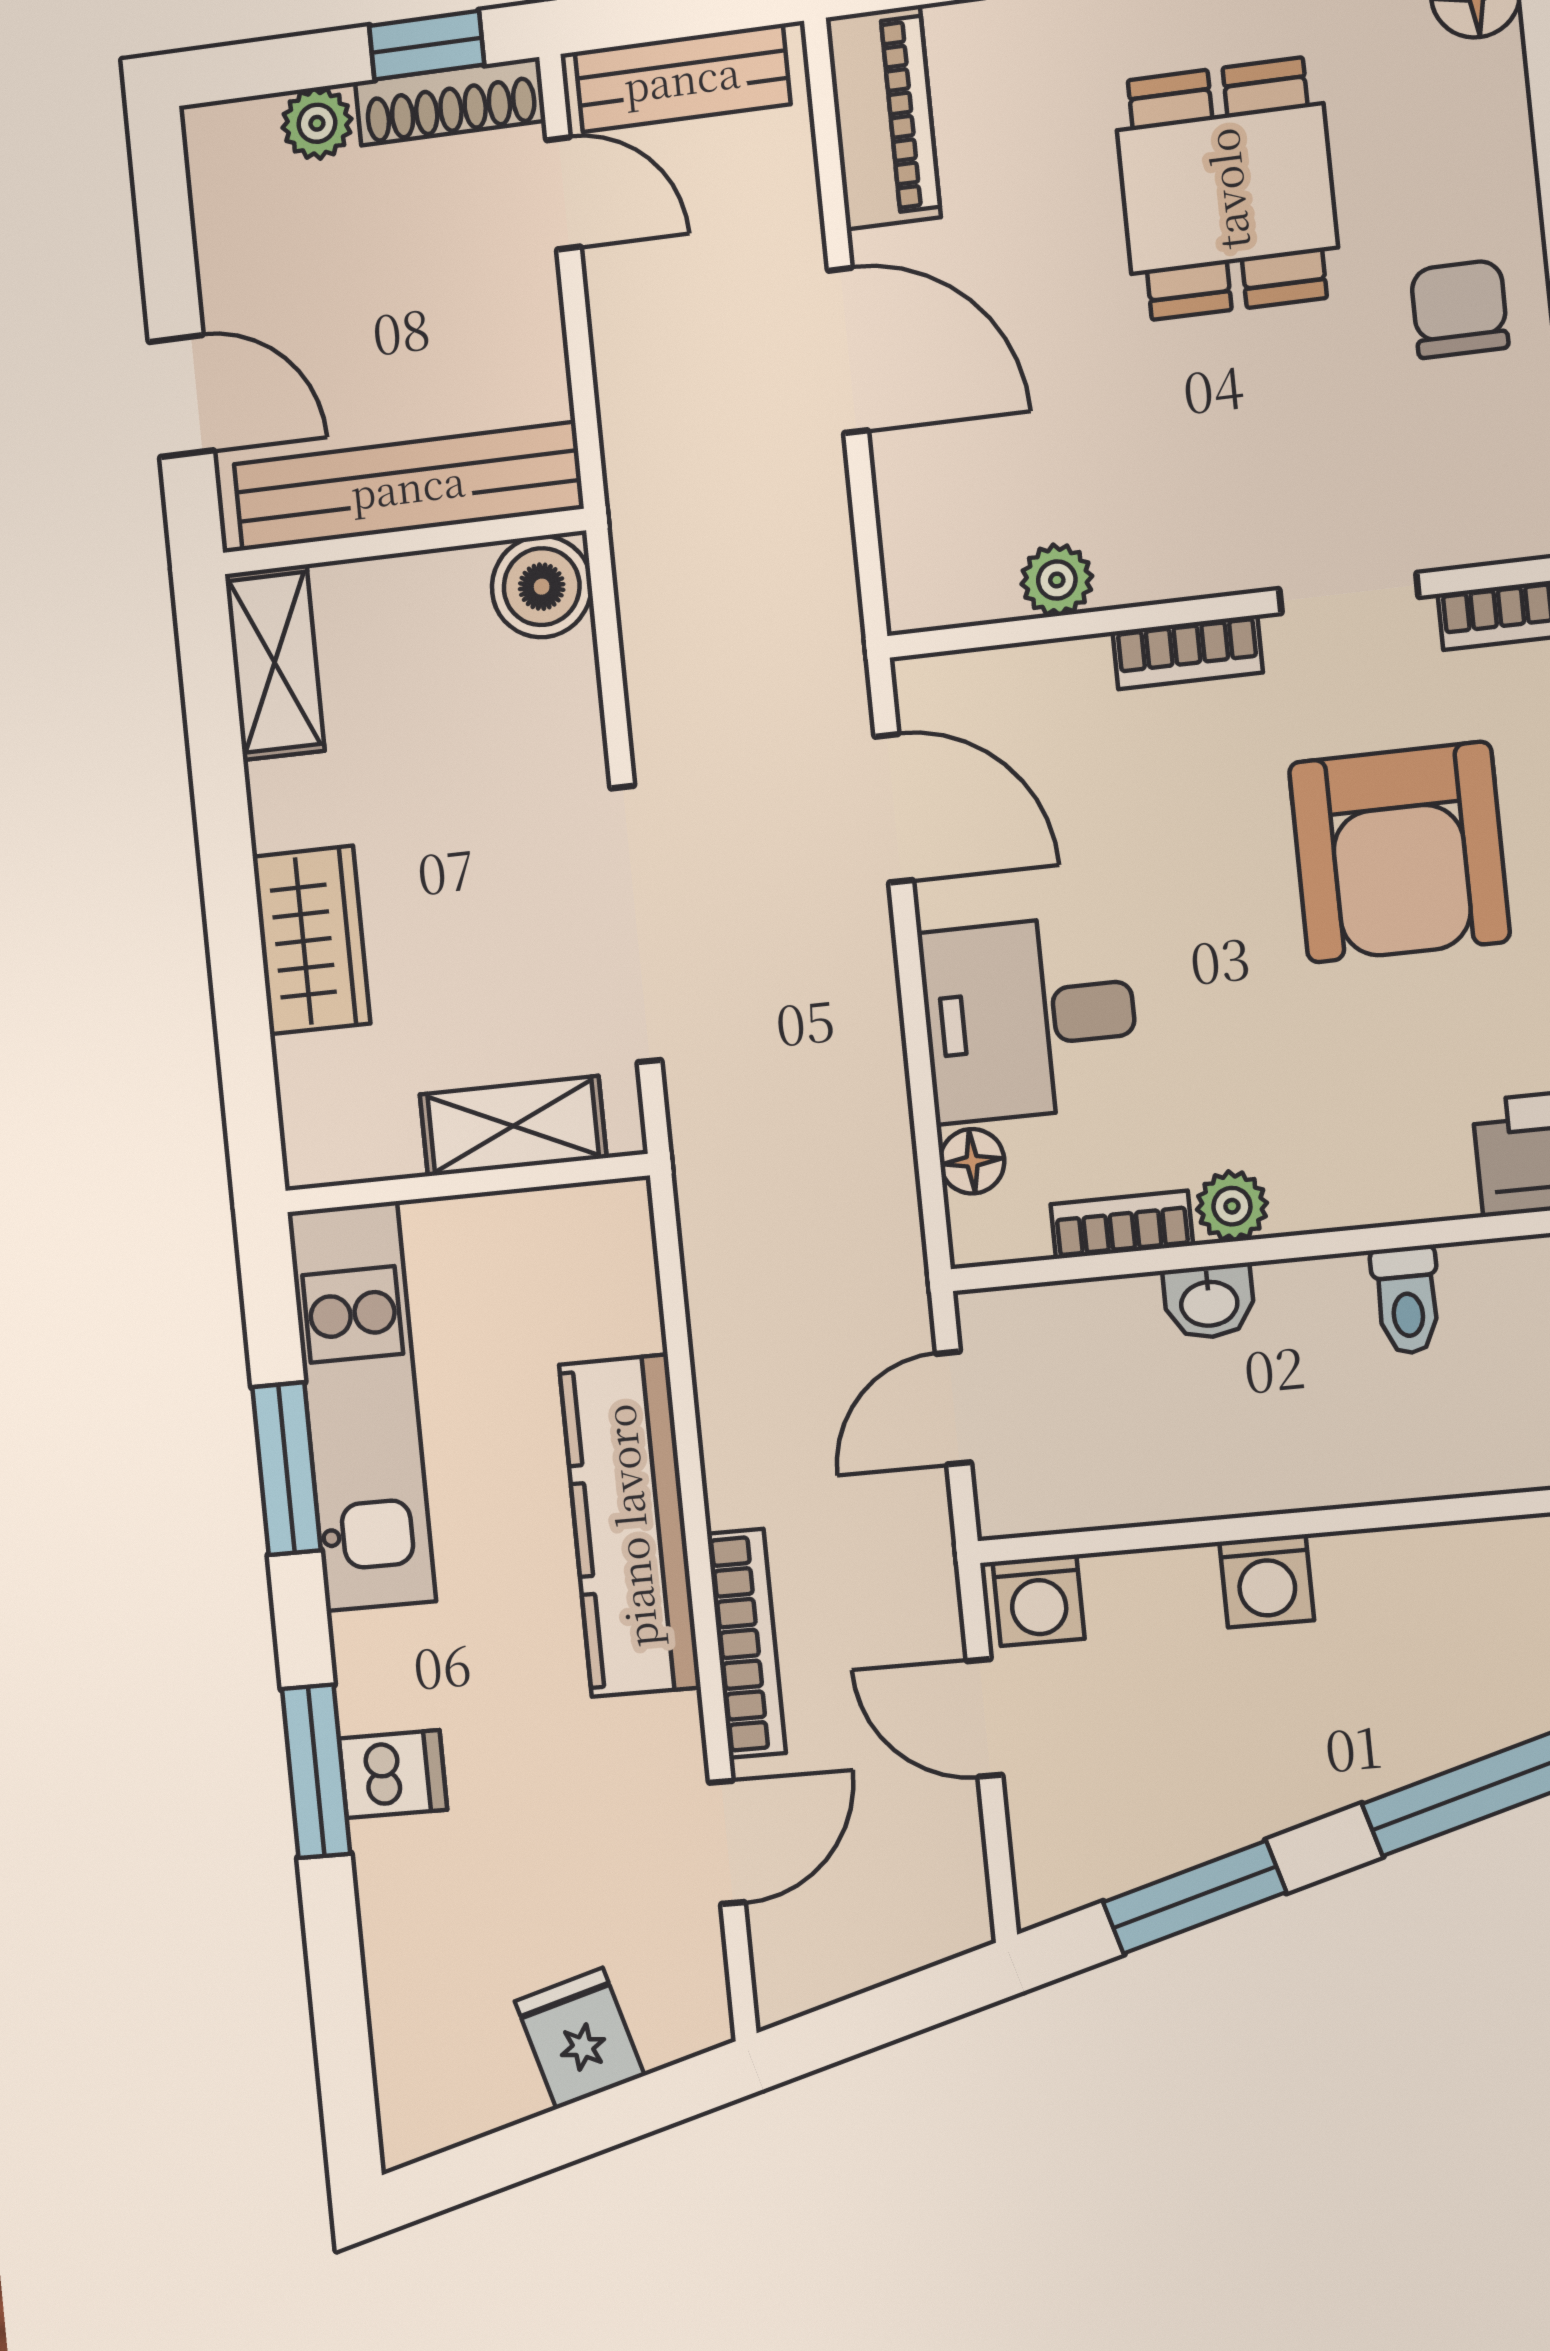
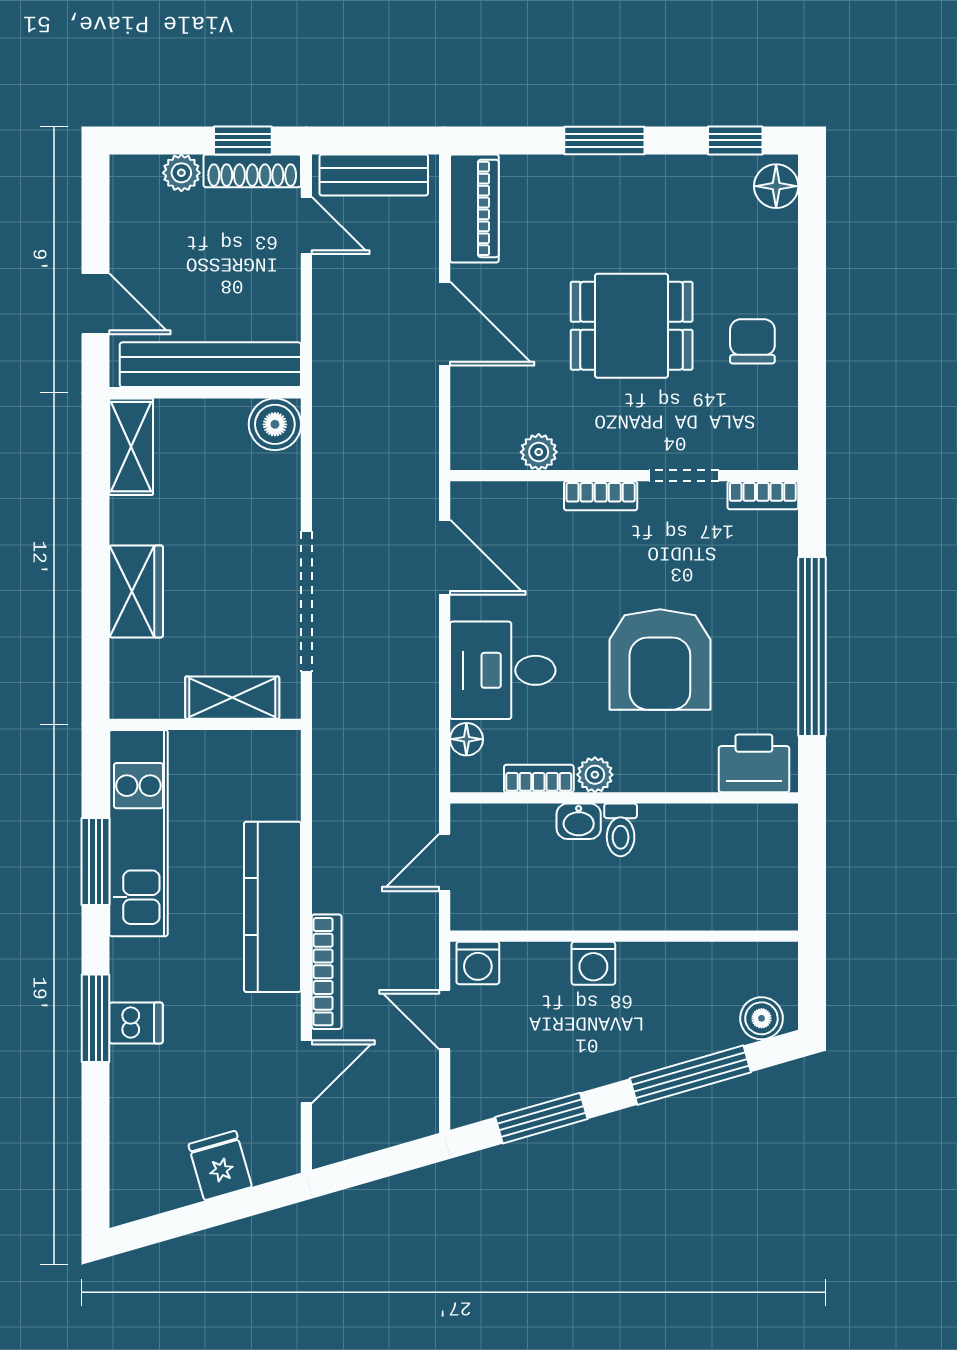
dining table: (1227, 189) -> (632, 326), moved, turned 90
armchair: (1399, 852) -> (660, 659), moved
toilet: (1407, 1300) -> (621, 830), moved

